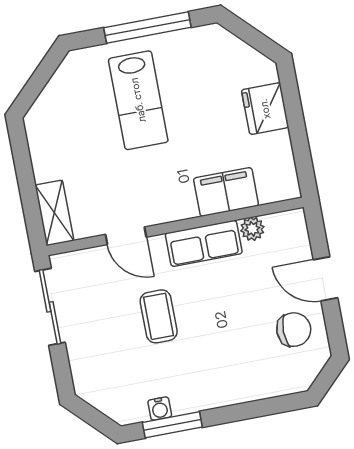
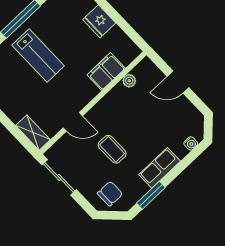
row of seats: (204, 243) -> (160, 168), moved, turned 180
chair: (294, 330) -> (110, 194), moved
water cooler: (160, 409) -> (191, 143), moved

